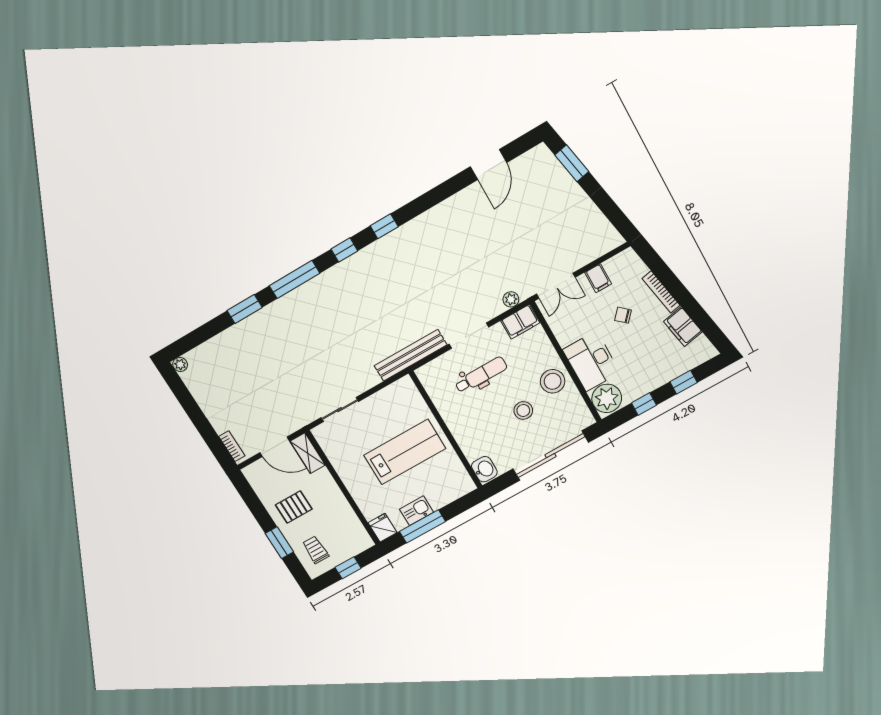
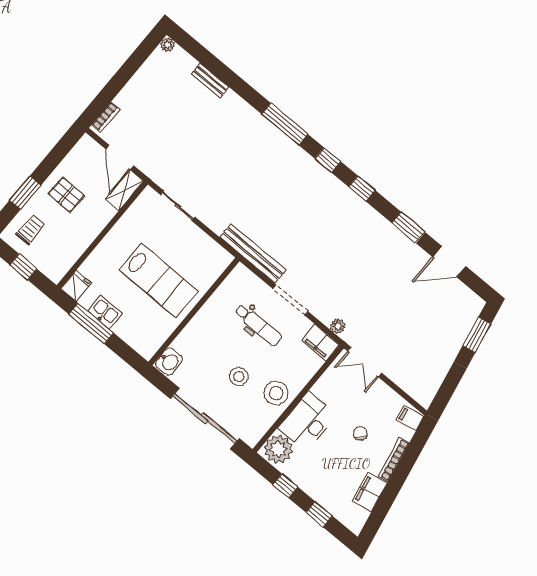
filing cabinet: (598, 278) -> (410, 418), moved, turned 79
window: (245, 309) -> (408, 228), moved
bench: (228, 336) -> (210, 80), added

